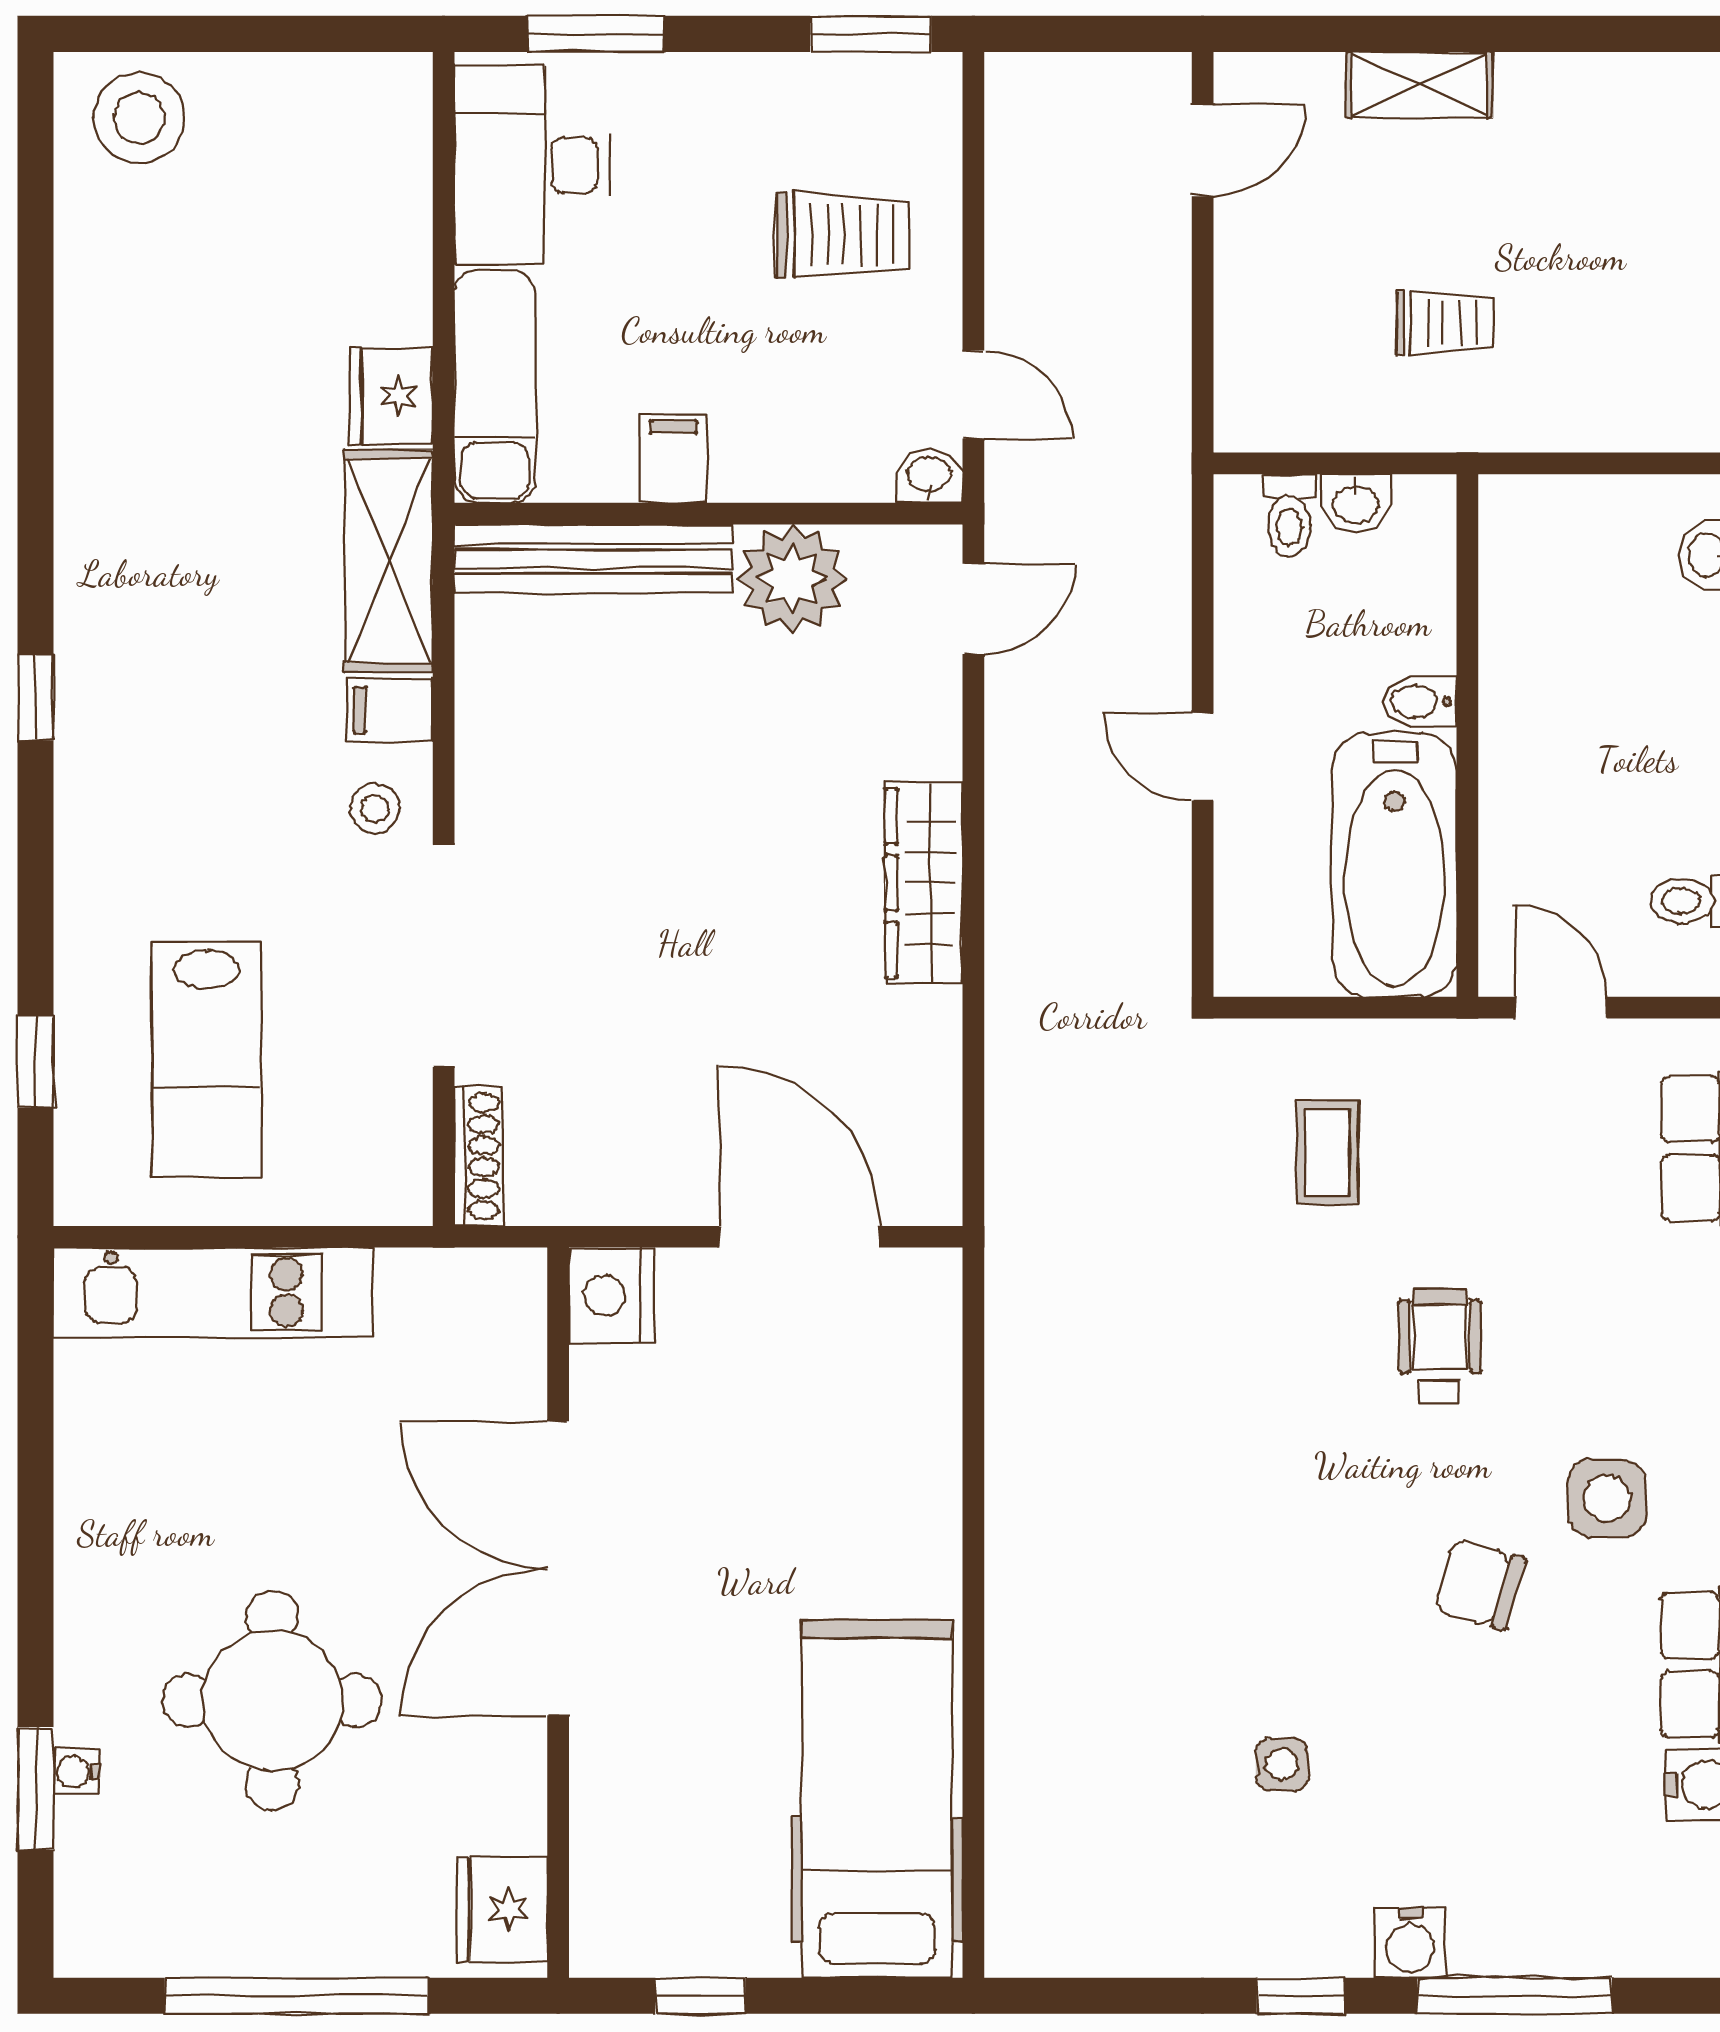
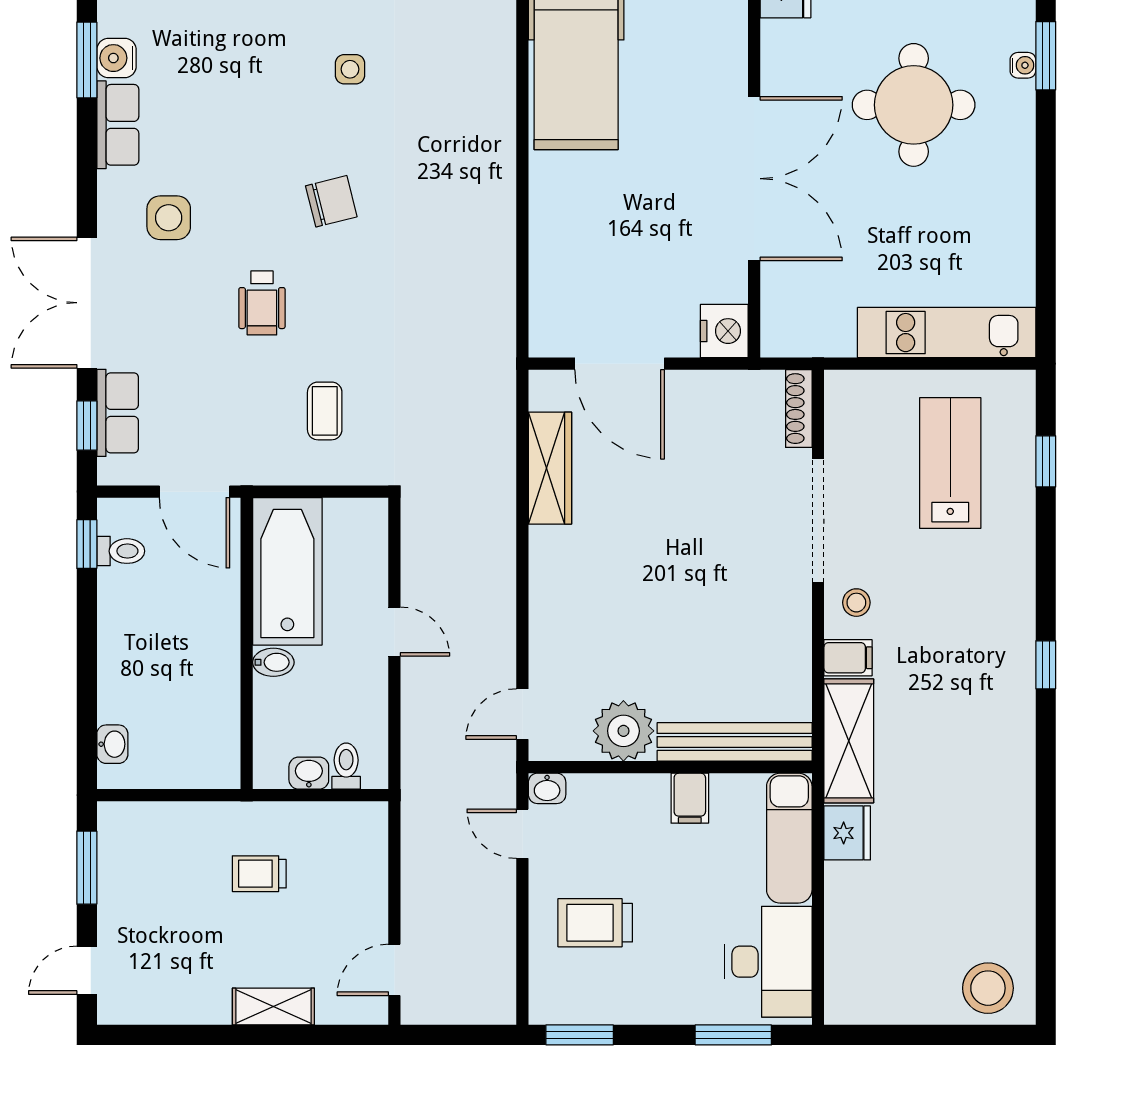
wardrobe: (924, 883) -> (550, 468), moved
door: (1561, 1008) -> (194, 492), width x1.38
chair: (1479, 1584) -> (331, 201), moved, turned -30

